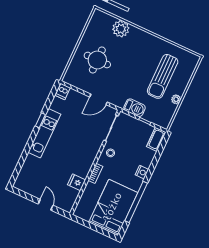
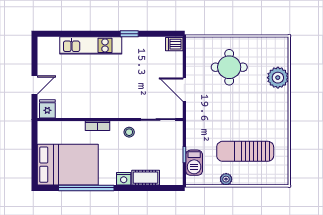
barbecue: (135, 108) -> (194, 163), moved
kitchen unit: (44, 133) -> (91, 45), moved
cot: (156, 139) -> (146, 178), moved
fridge: (77, 182) -> (47, 109), moved

